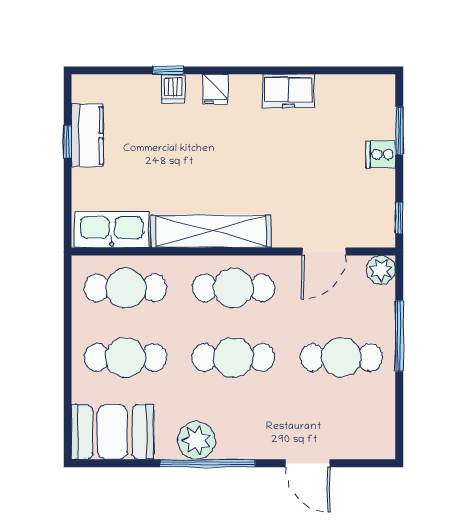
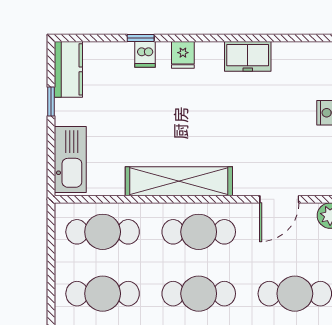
kitchen counter: (87, 136) -> (68, 69), moved
kitchen sink: (112, 230) -> (70, 160), moved, turned 90

